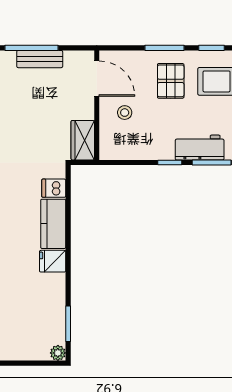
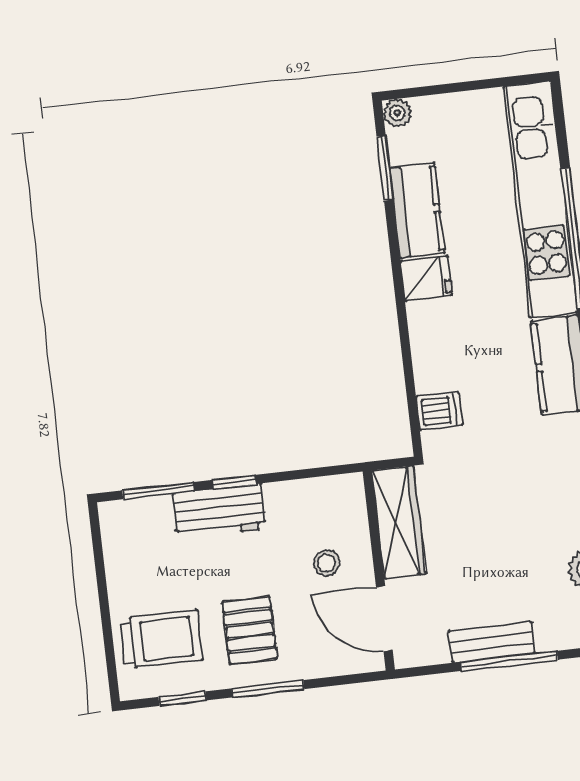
wardrobe: (83, 140) -> (399, 522), width x1.50
workbench: (200, 148) -> (219, 511), moved
kitchen counter: (53, 224) -> (417, 211), moved

